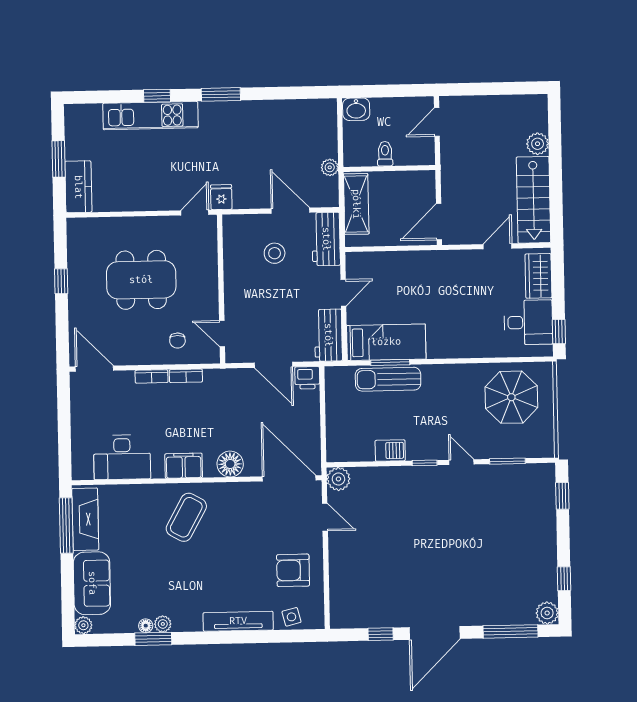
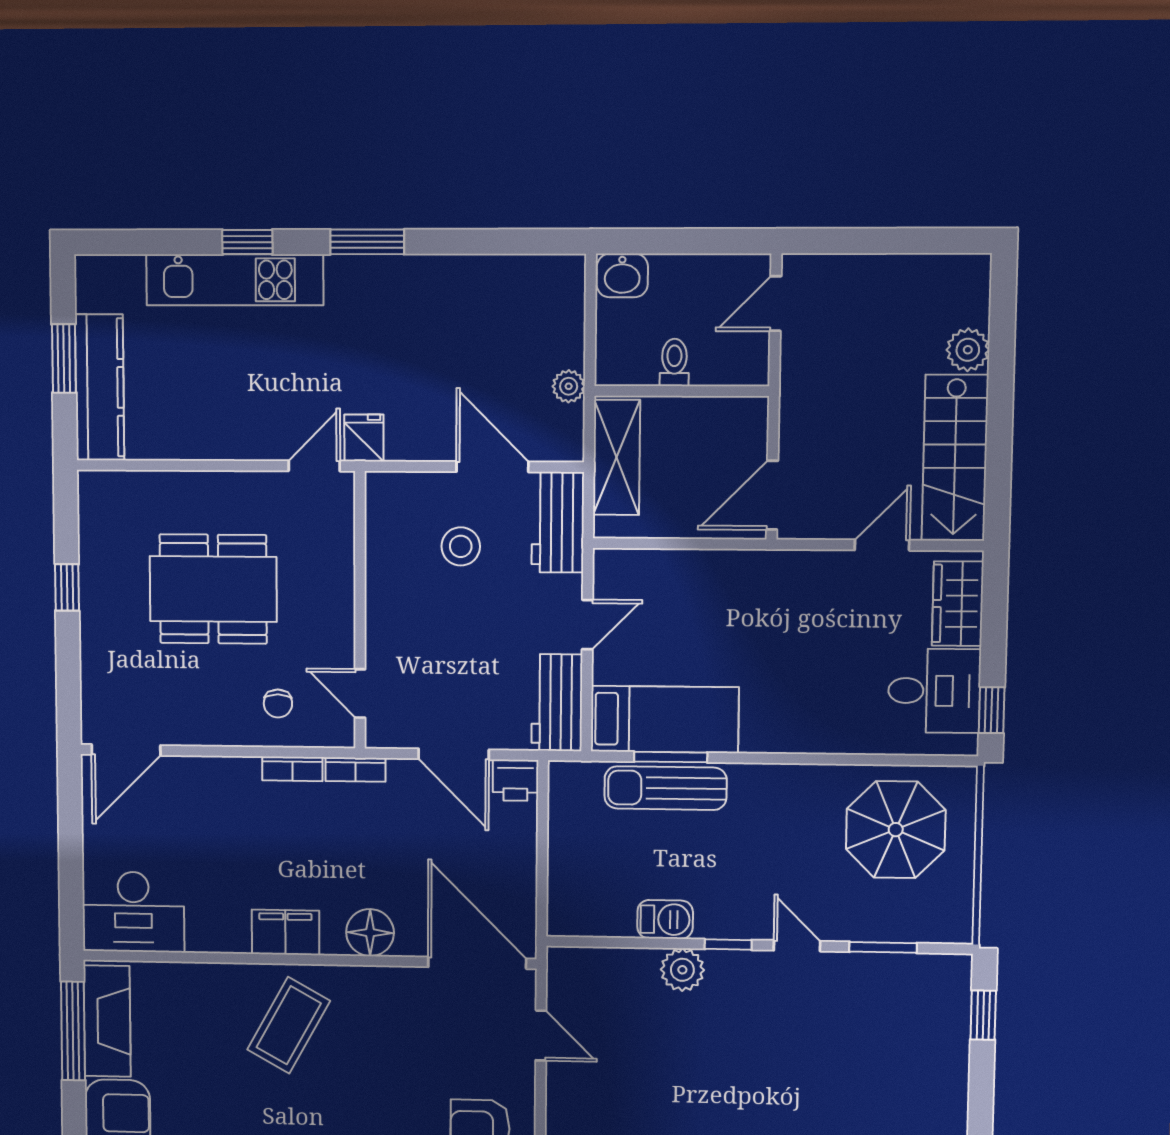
kitchen counter: (78, 187) -> (100, 387), width x1.50
door: (94, 369) -> (126, 750), swing flipped
bookcase: (152, 376) -> (355, 770), moved
desk: (122, 457) -> (133, 912), moved
plant: (338, 479) -> (682, 970), moved

